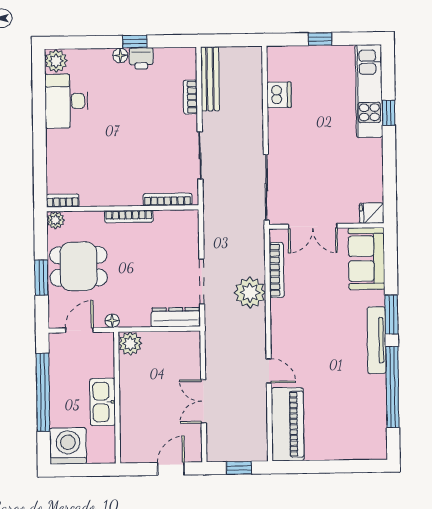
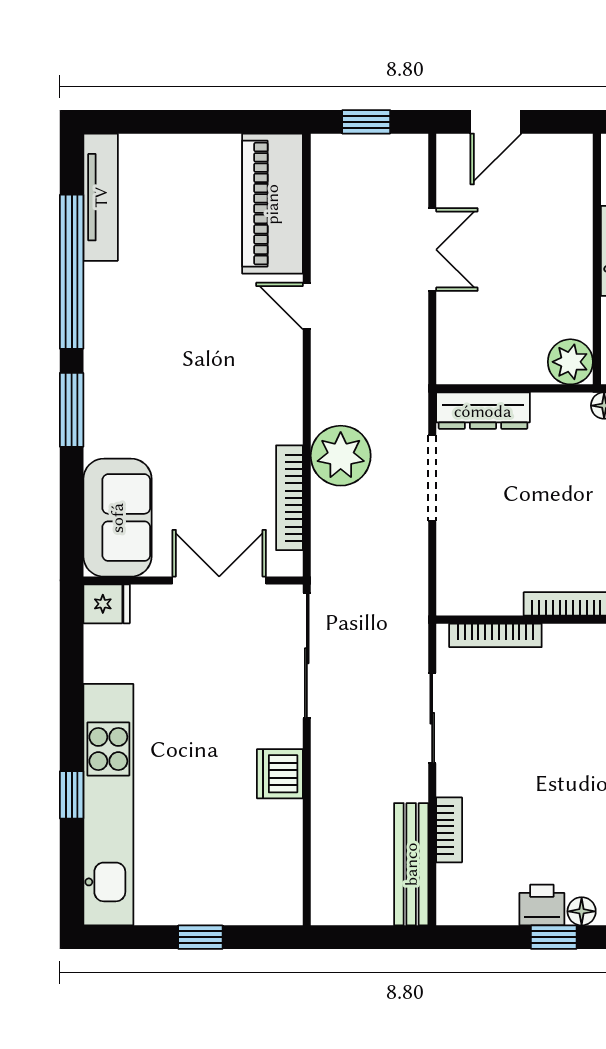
kitchen unit: (369, 91) -> (108, 805), width x1.36
dishwasher: (279, 95) -> (280, 774), moved
tv unit: (377, 340) -> (101, 197), moved

